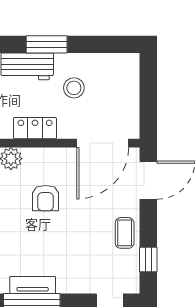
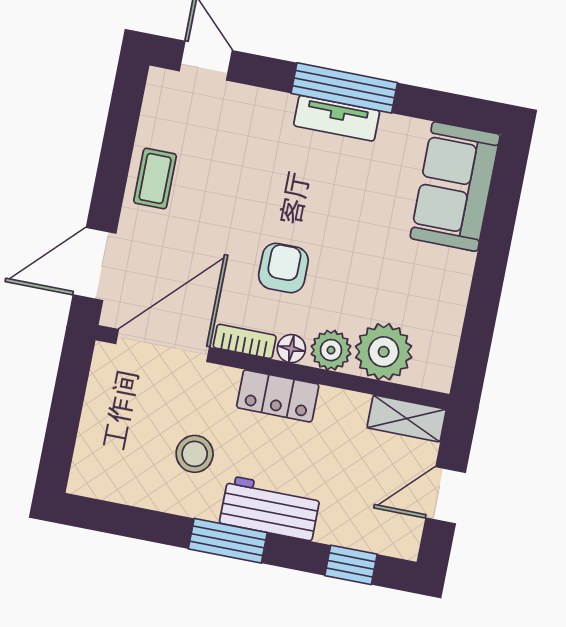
bookcase: (59, 154) -> (245, 341), added
floor lamp: (33, 155) -> (291, 349), added
window: (148, 260) -> (122, 123), removed

